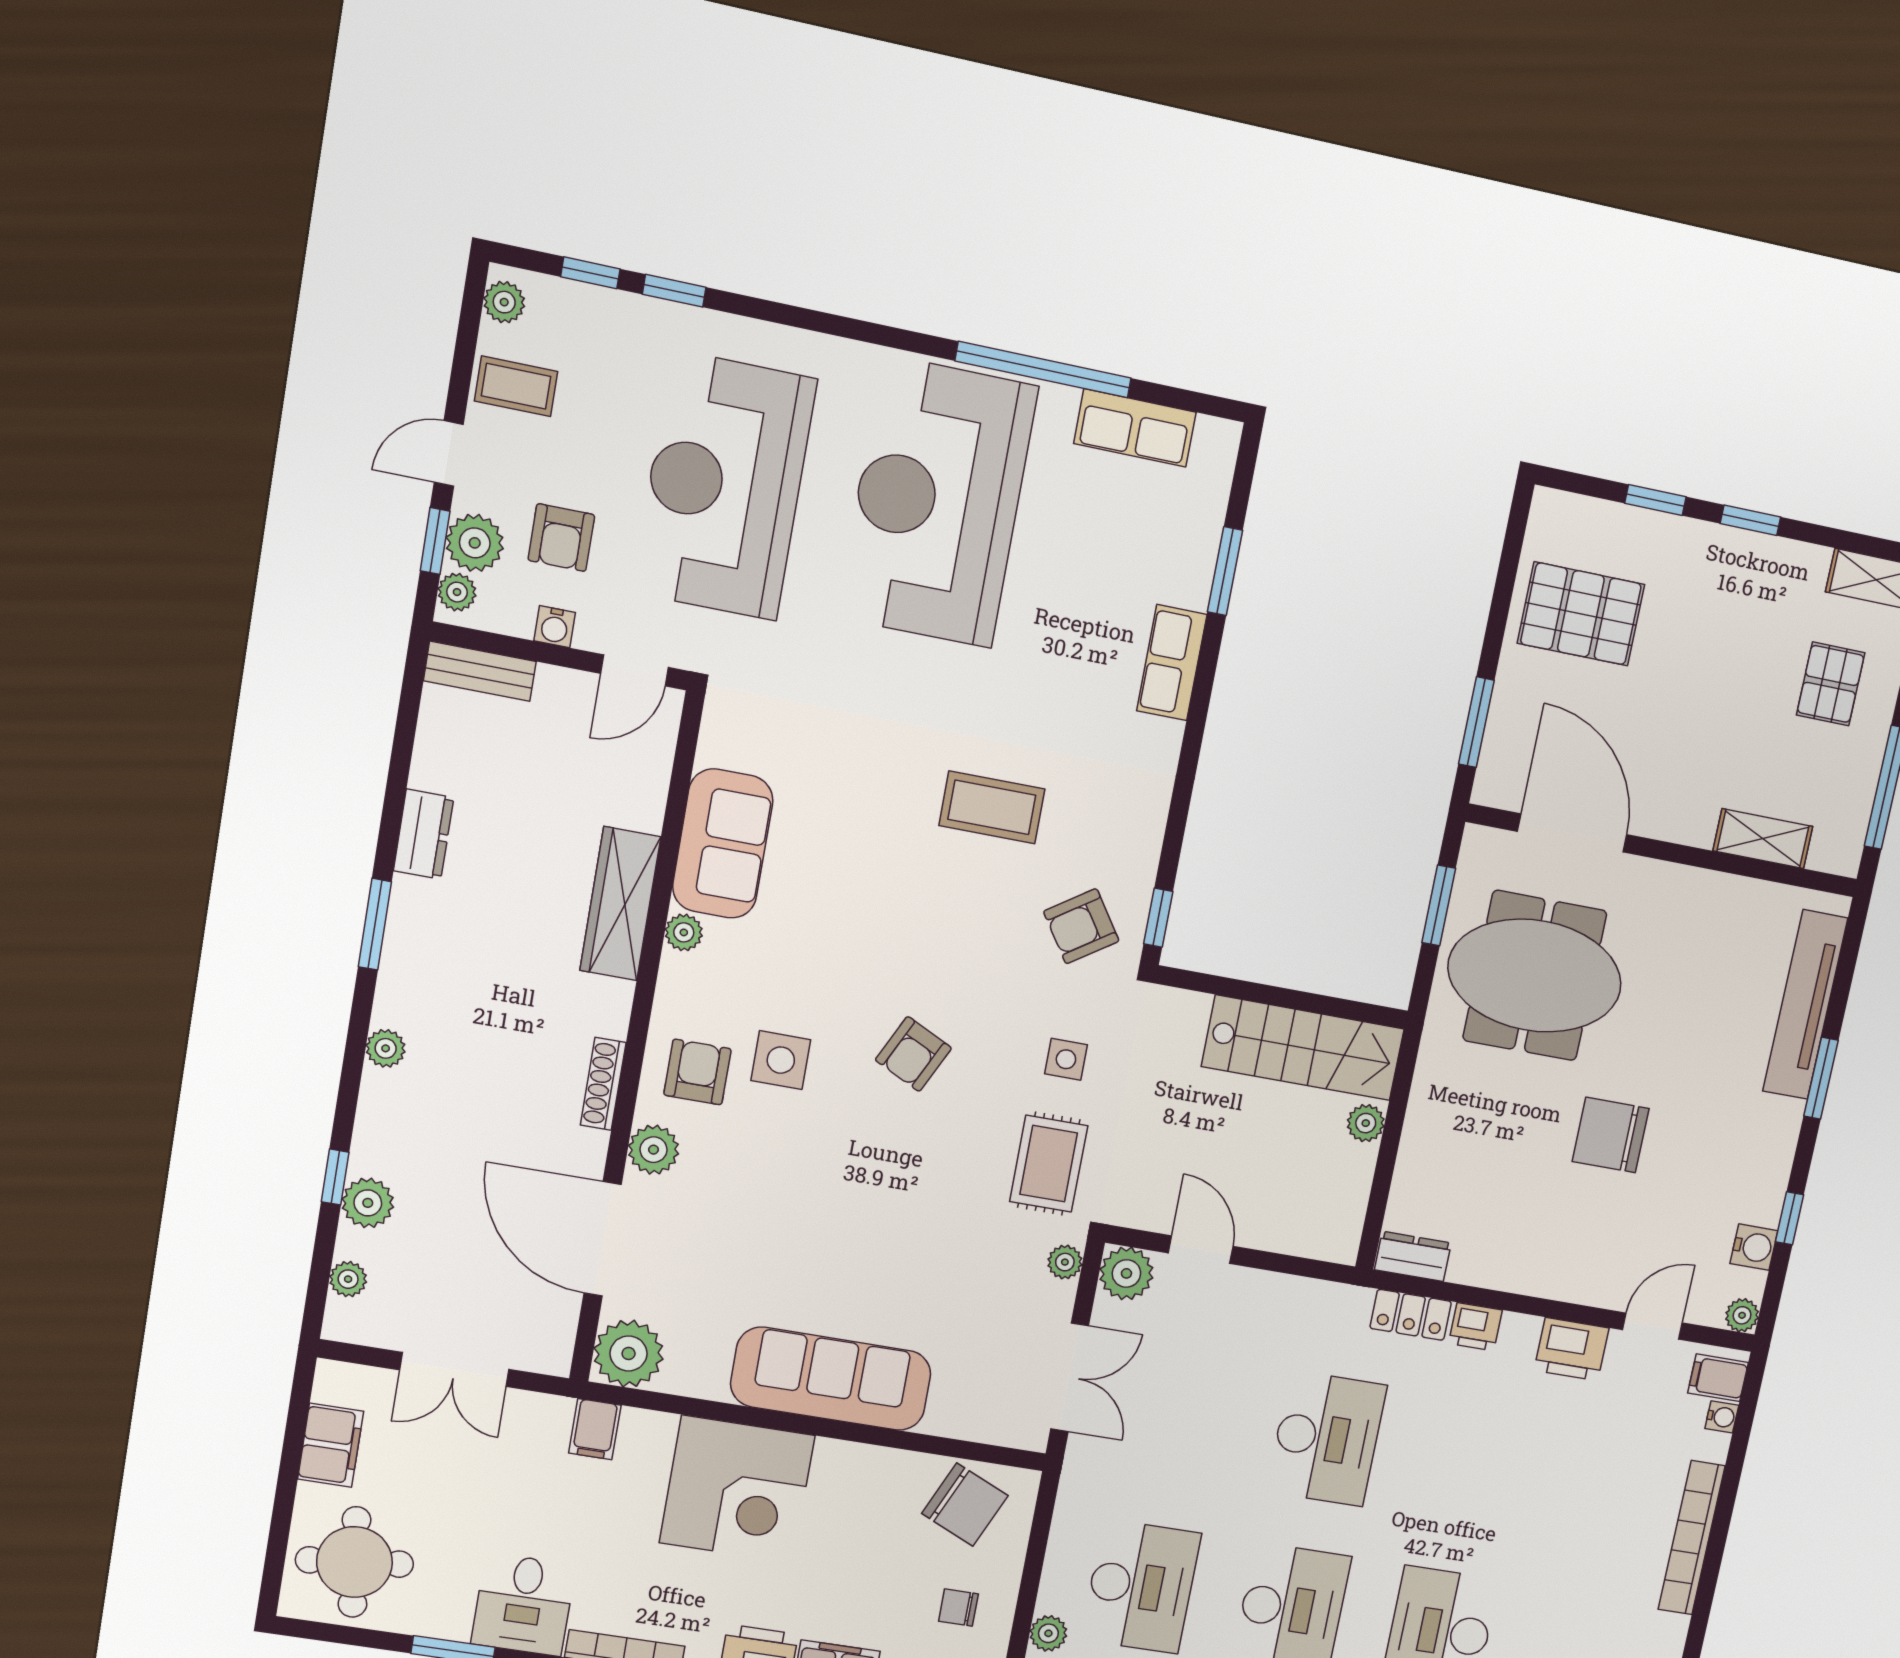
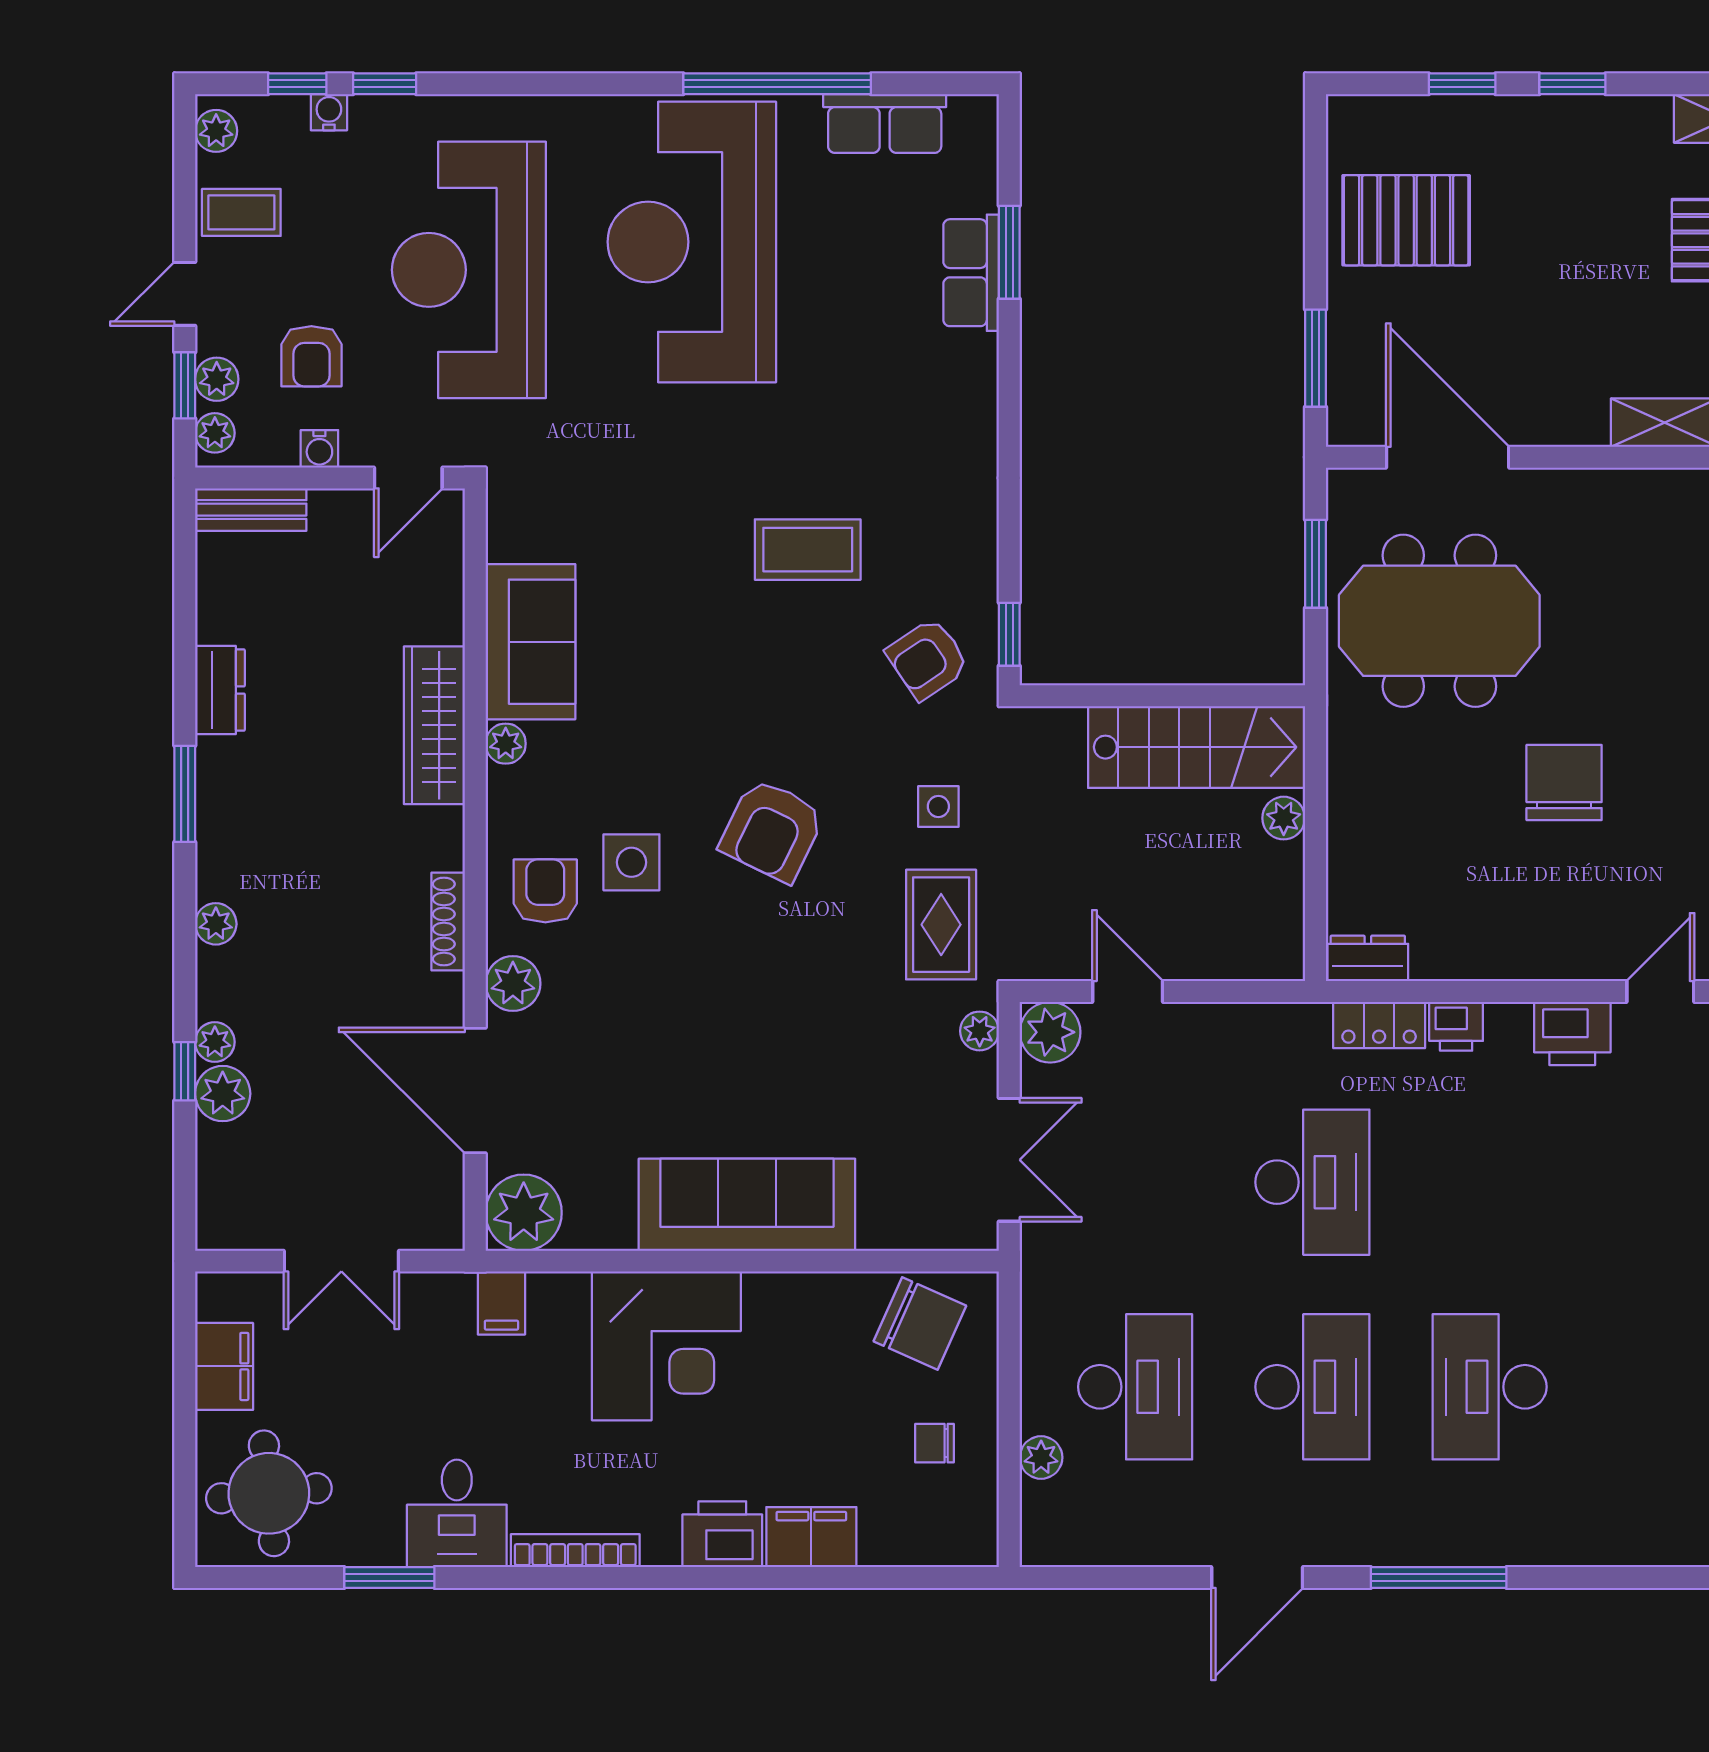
water cooler: (616, 307) -> (329, 112), added
plant: (475, 543) -> (217, 379), width x0.73, depth x0.73
row of seats: (1172, 663) -> (971, 273), moved
armchair: (913, 1054) -> (772, 830), width x1.38, depth x1.38
chair: (1611, 1135) -> (1564, 783), turned 90
plant: (348, 1279) -> (215, 1042), moved

